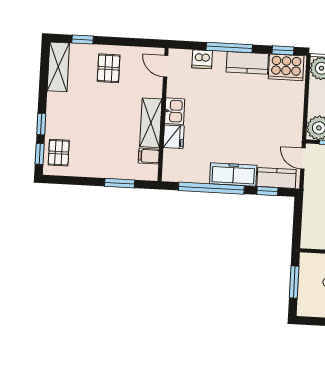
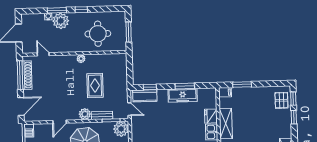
filing cabinet: (149, 156) -> (225, 92), moved
freezer: (233, 174) -> (183, 95), moved
window: (211, 188) -> (185, 86), width x0.47

